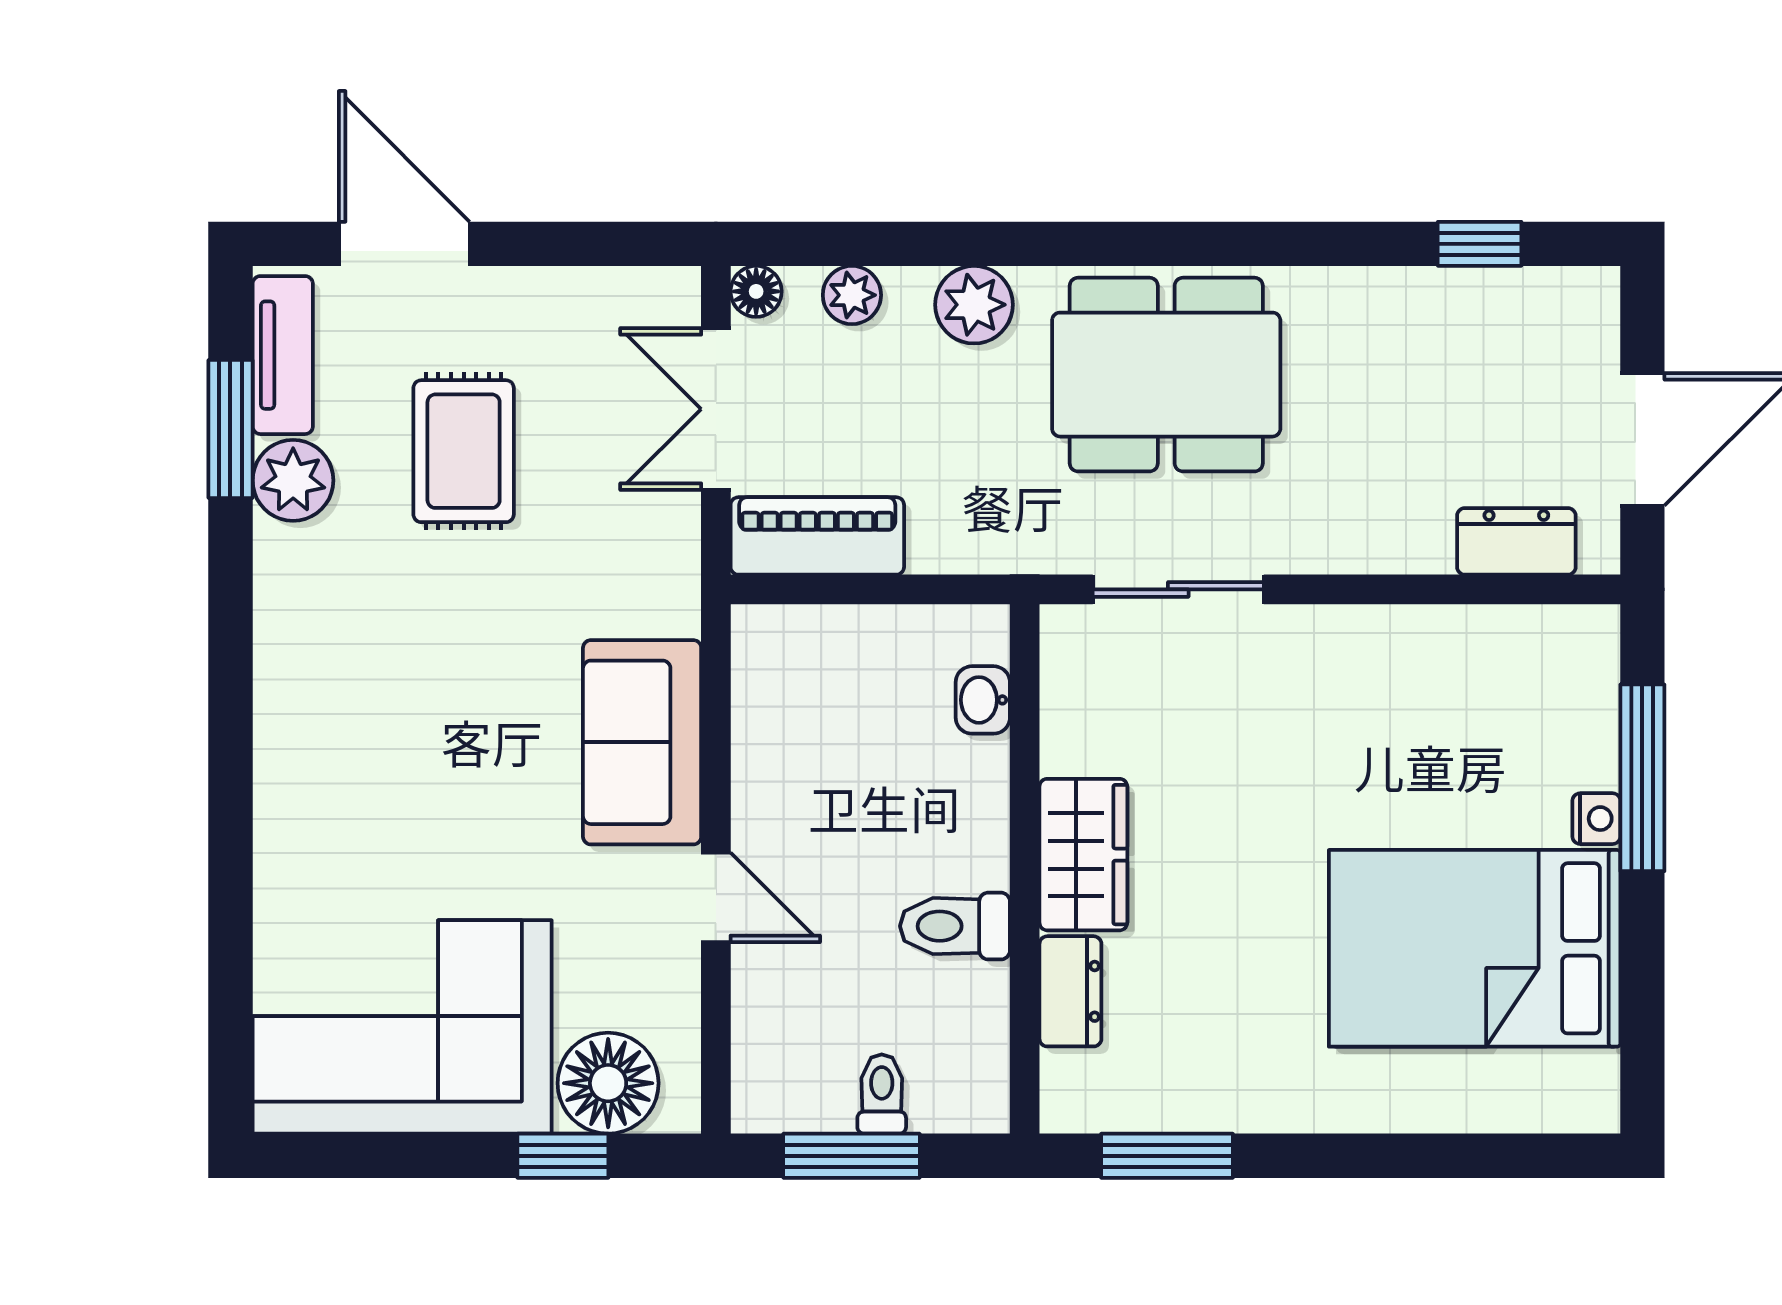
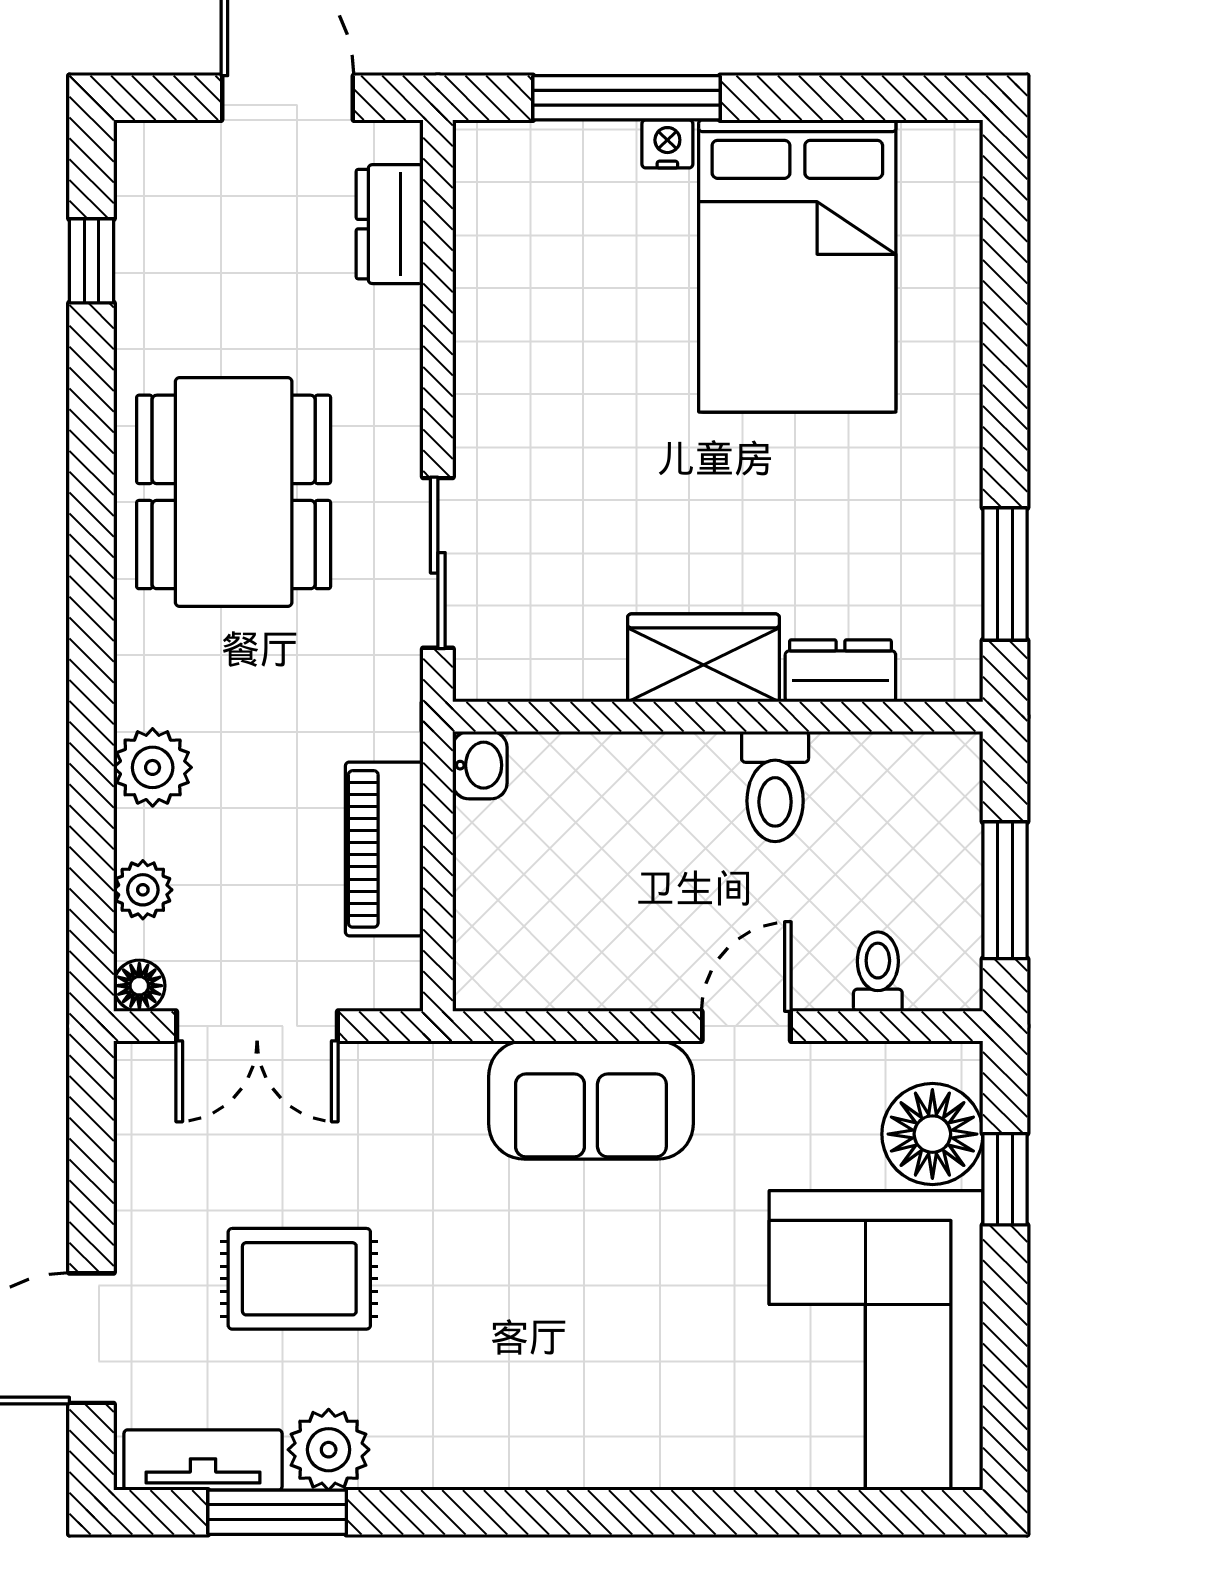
dining table: (1166, 375) -> (234, 492), moved
piano: (817, 536) -> (384, 849), moved
washbasin: (983, 700) -> (480, 765), moved, turned -90
toilet: (882, 1094) -> (878, 972), moved, turned 90

